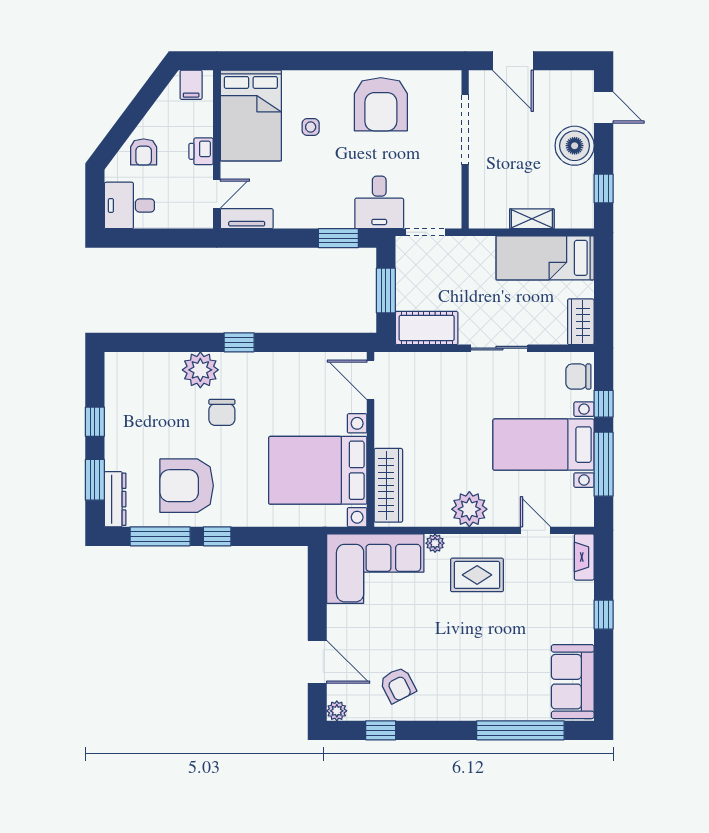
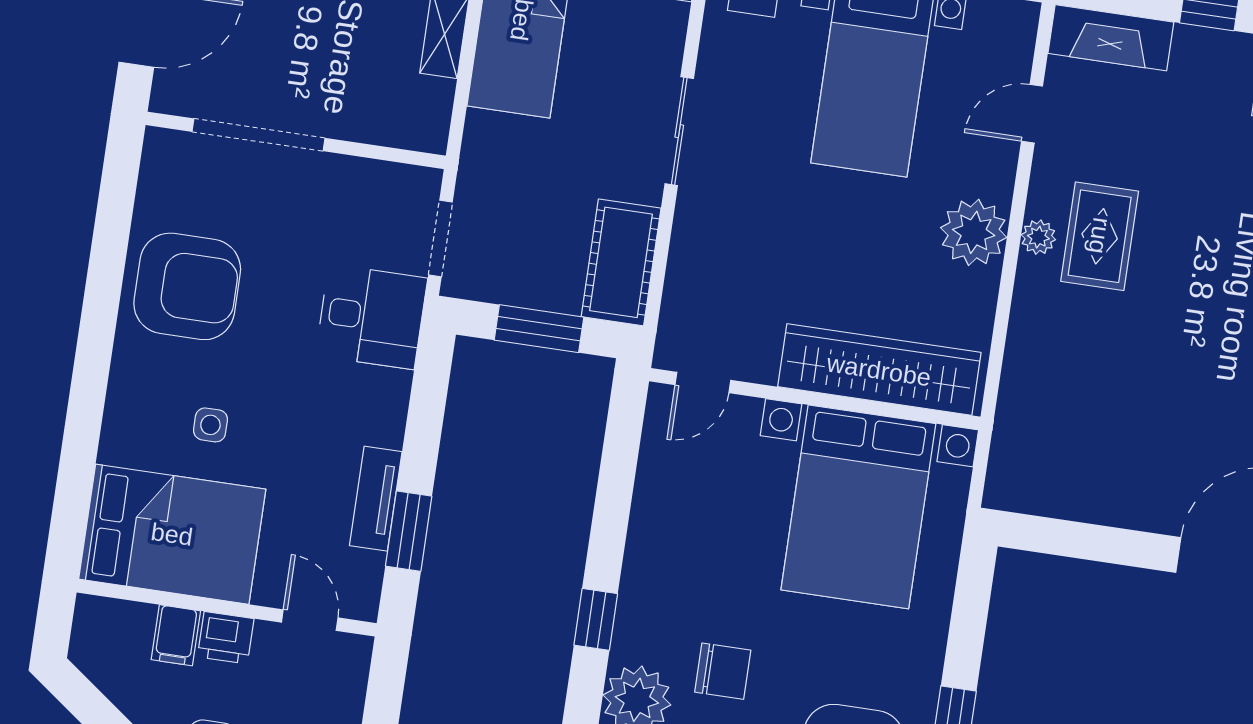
filing cabinet: (191, 85) -> (176, 635), moved, turned 90
tv unit: (247, 219) -> (376, 499), moved
window: (338, 238) -> (409, 531), moved
door: (371, 380) -> (703, 382), width x0.73
wardrobe: (388, 485) -> (879, 370), width x1.40, depth x1.17
plant: (435, 543) -> (1038, 237), moved
fireplace: (584, 557) -> (1111, 38), width x1.37, depth x1.32
corner sofa: (375, 569) -> (1059, 426), removed

